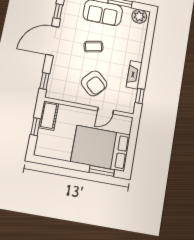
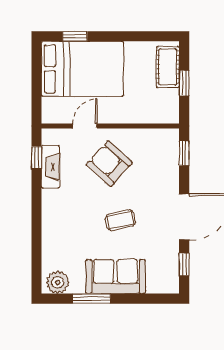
fireplace: (134, 75) -> (50, 167), moved
cot: (49, 116) -> (168, 67), moved
window: (102, 171) -> (75, 36), width x0.67

